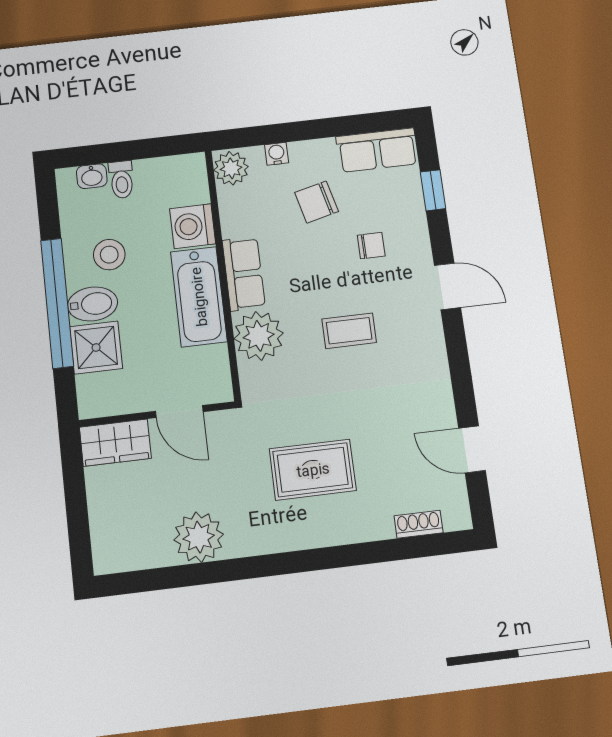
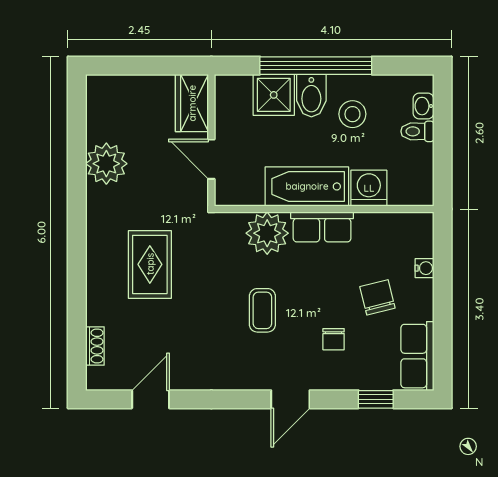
plant: (231, 168) -> (416, 227), removed
door: (179, 412) -> (211, 159), hinge flipped

